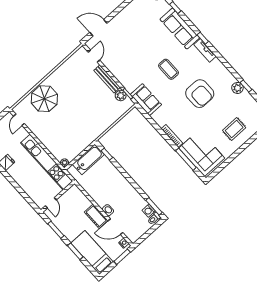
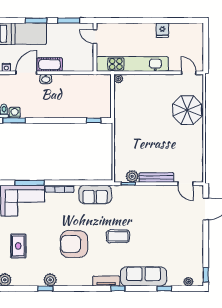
sofa: (146, 100) -> (95, 194), moved
bathtub: (88, 159) -> (103, 101), removed

